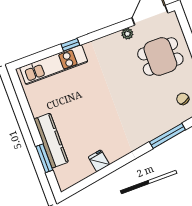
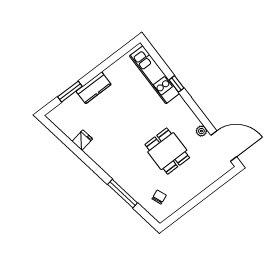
dining table: (160, 57) -> (167, 151), moved
kitchen counter: (51, 141) -> (94, 88), width x0.67

